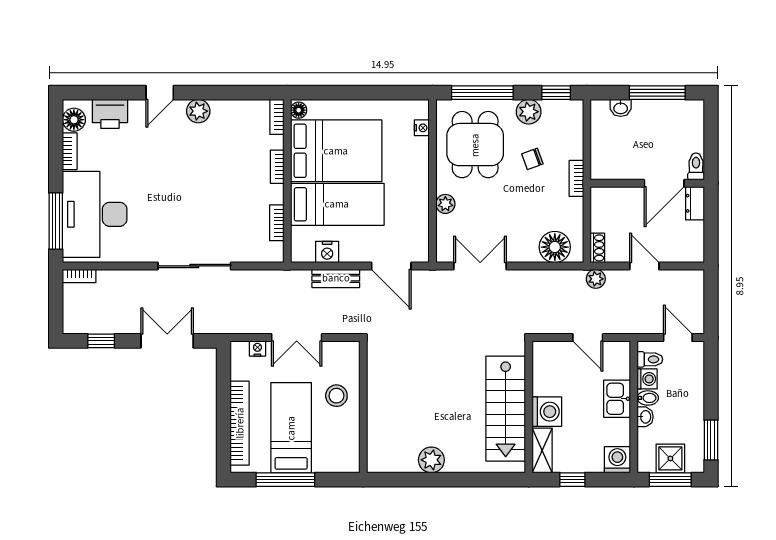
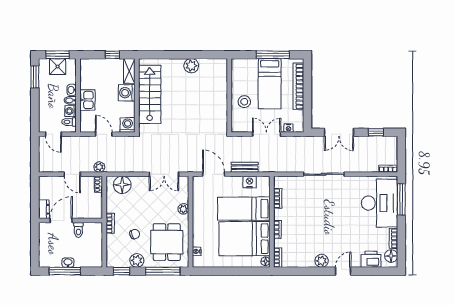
washbasin: (621, 108) -> (68, 263), moved
toilet: (696, 166) -> (78, 230), moved
washing machine: (617, 460) -> (128, 125), moved, turned 180

